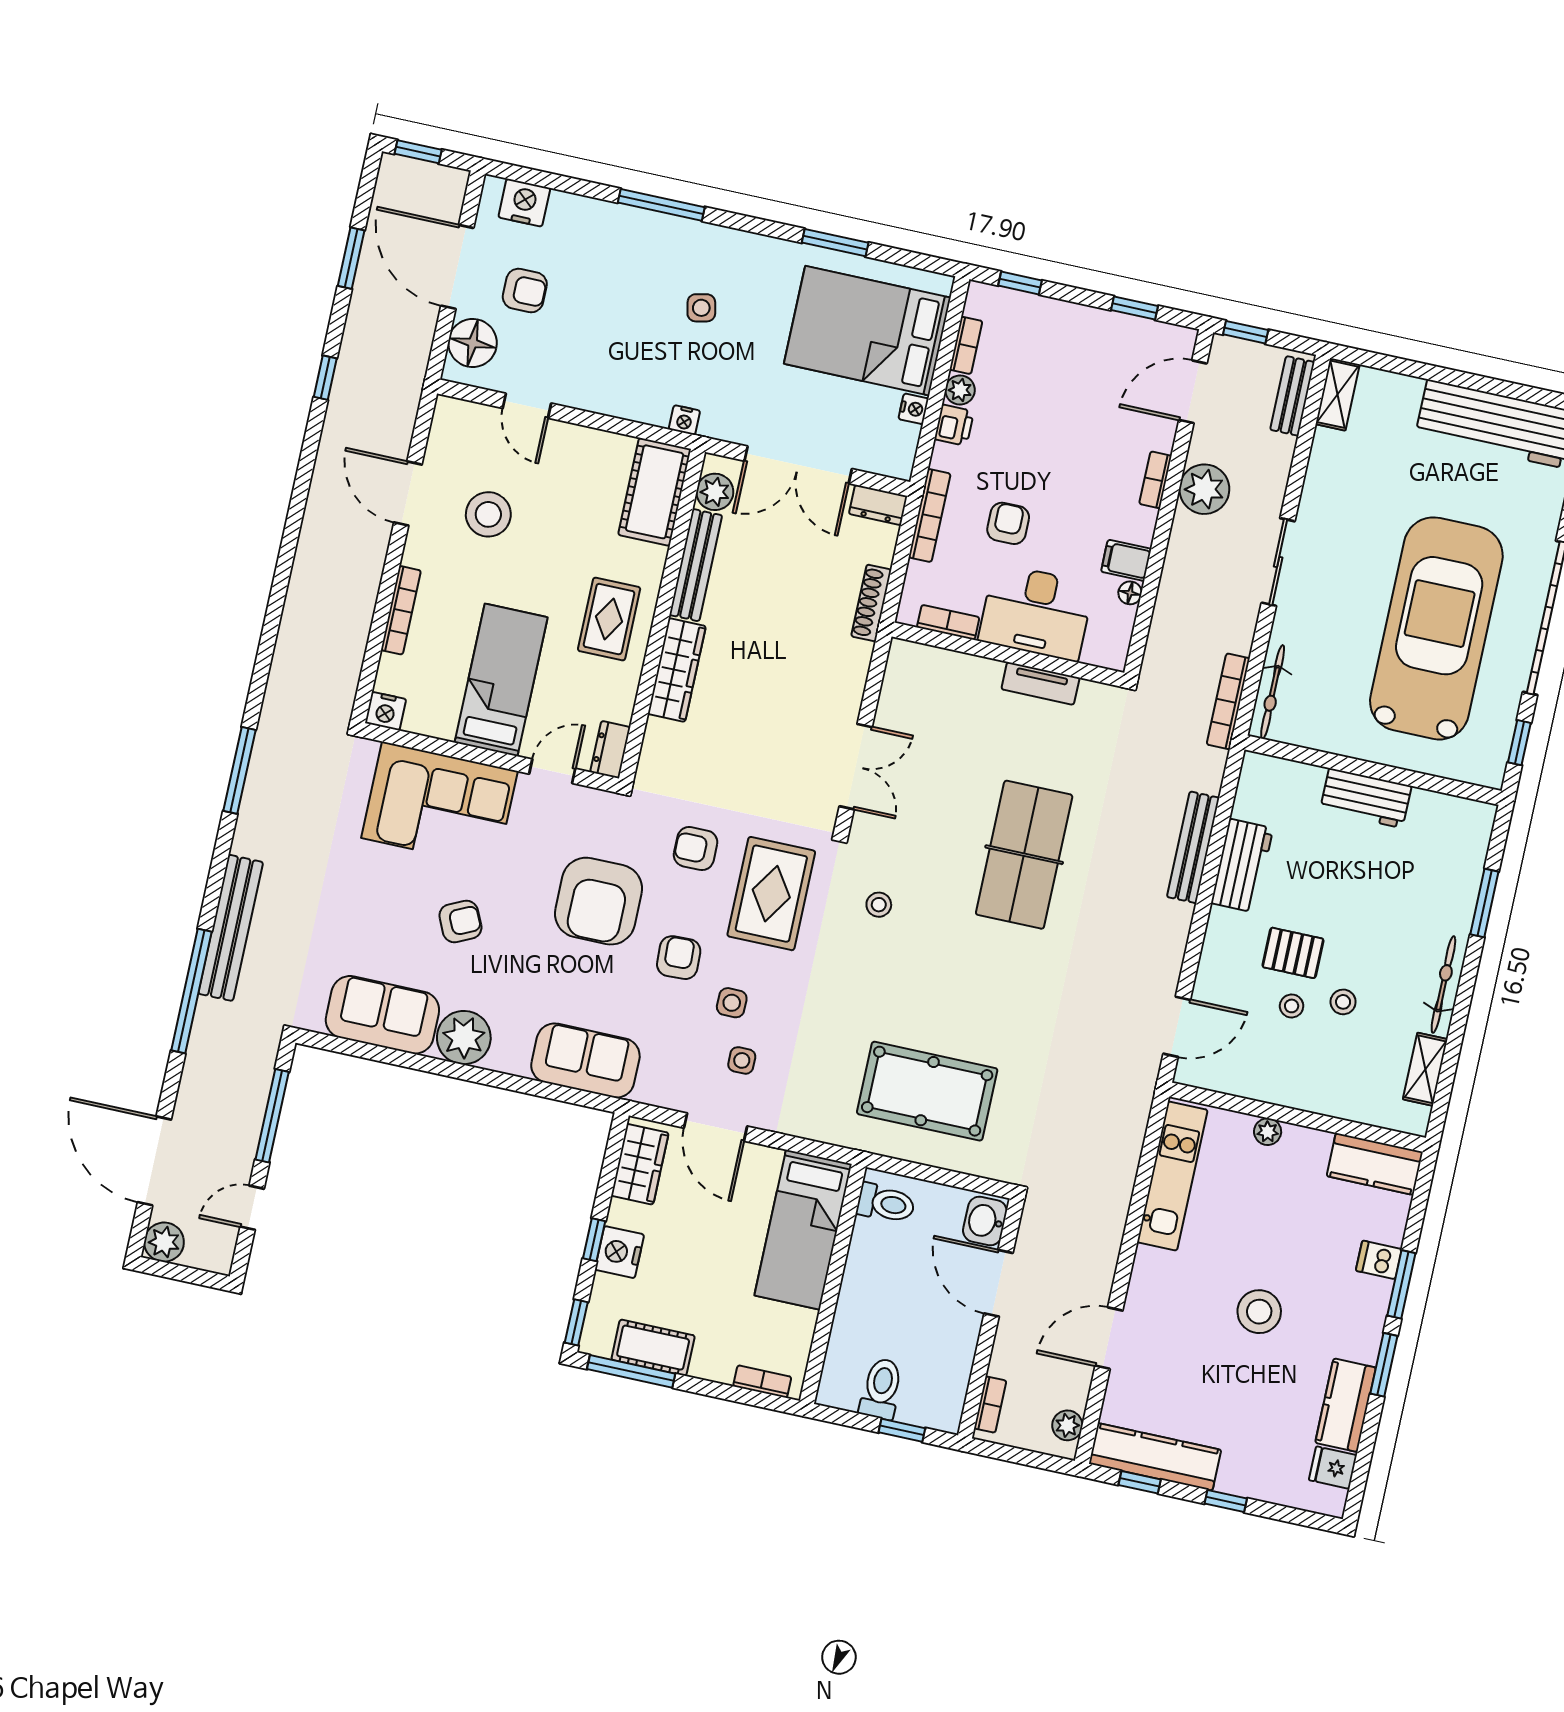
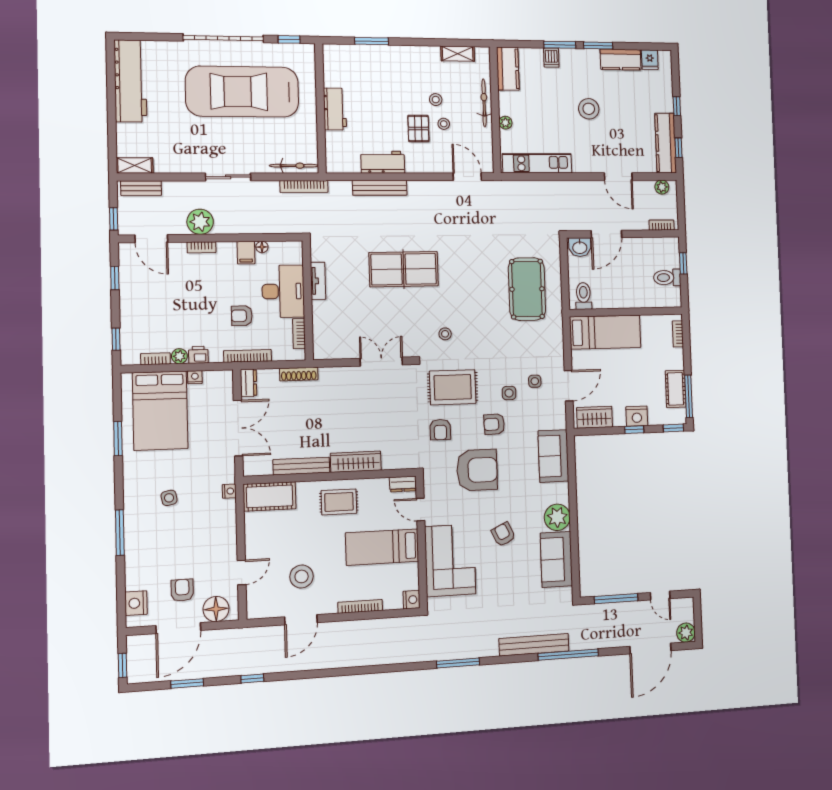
plant: (715, 492) -> (262, 466), removed
bicycle: (1443, 984) -> (484, 103), moved, turned 90

